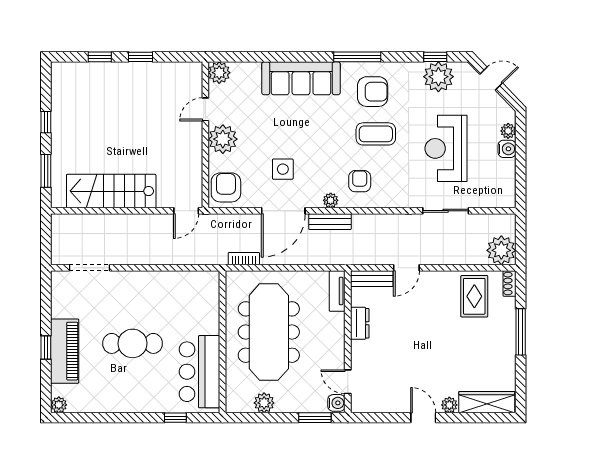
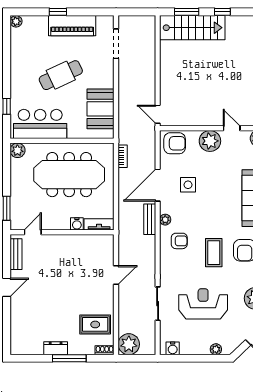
water cooler: (507, 149) -> (173, 348), moved
stairs: (111, 191) -> (192, 28), moved, turned 90
door: (283, 211) -> (158, 185), hinge flipped
door: (406, 268) -> (116, 275), swing flipped
bench: (372, 279) -> (16, 254), moved
booth: (179, 289) -> (101, 109), added
dresser: (360, 323) -> (56, 348), moved, turned 180
cafe table: (133, 343) -> (61, 75), turned 65
piano: (65, 351) -> (72, 26), moved
wardrobe: (487, 402) -> (18, 334), removed
plant: (264, 403) -> (17, 150), moved
water cooler: (336, 403) -> (77, 224), moved
plant: (449, 405) -> (16, 306), removed

